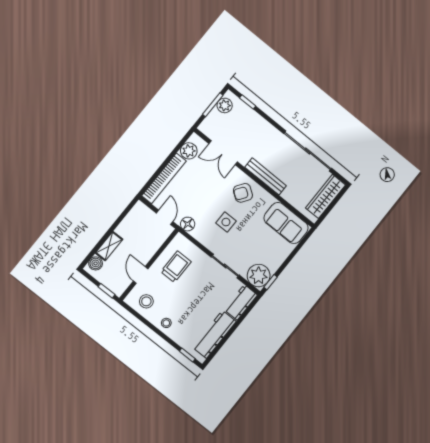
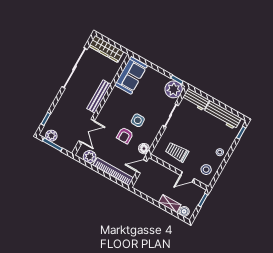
armchair: (243, 193) -> (125, 135), moved, turned 55

